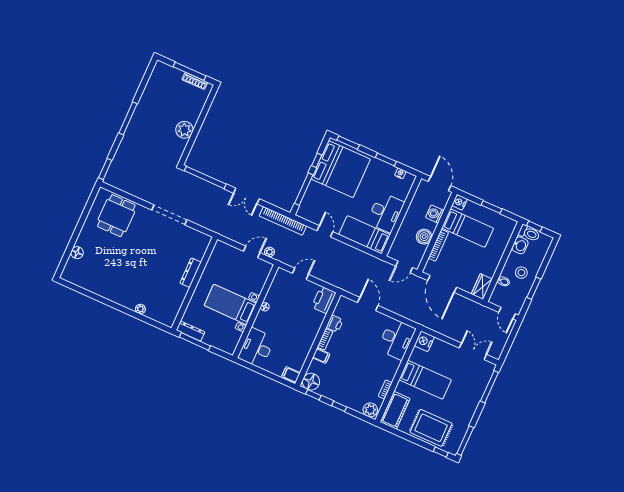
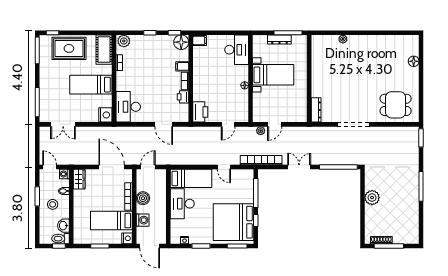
dining table: (116, 216) -> (396, 105), turned 90
dresser: (191, 273) -> (316, 110), moved
washing machine: (495, 299) -> (64, 174), added
dresser: (190, 331) -> (279, 39), moved

